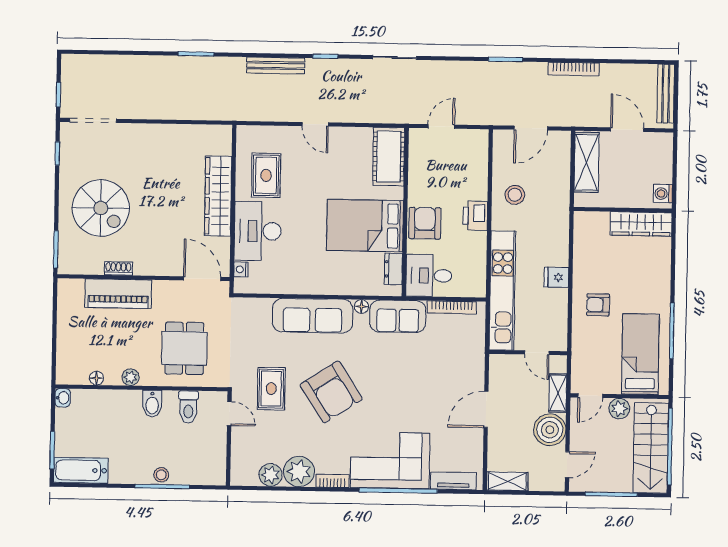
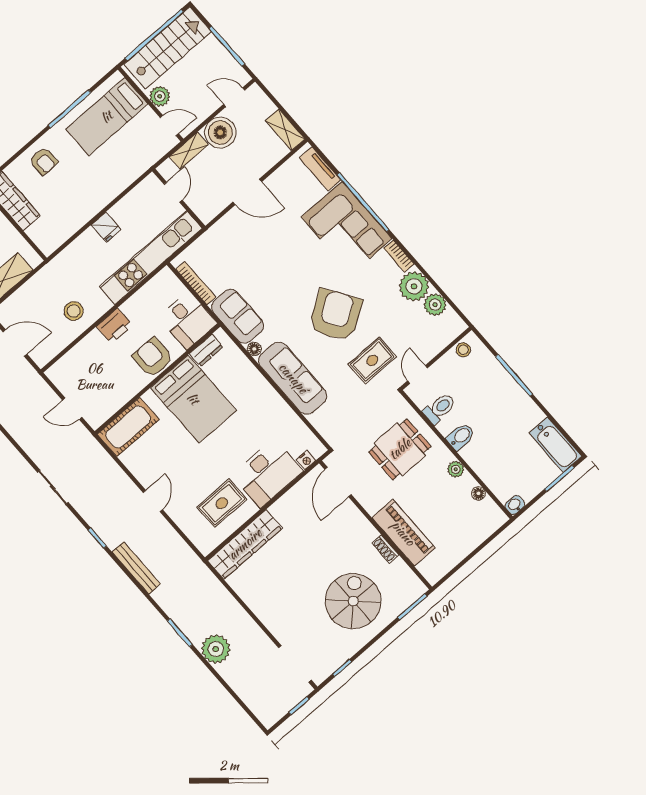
plant: (159, 70) -> (216, 649), added
wardrobe: (218, 196) -> (245, 544), moved
armchair: (425, 223) -> (153, 357), turned 90
armchair: (598, 305) -> (44, 161), moved
stool: (161, 475) -> (463, 350), moved

